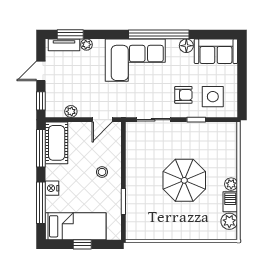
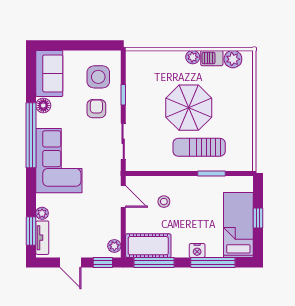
plant: (71, 111) -> (114, 246), moved
stool: (102, 172) -> (164, 202), moved
sun lounger: (148, 190) -> (199, 147), added

